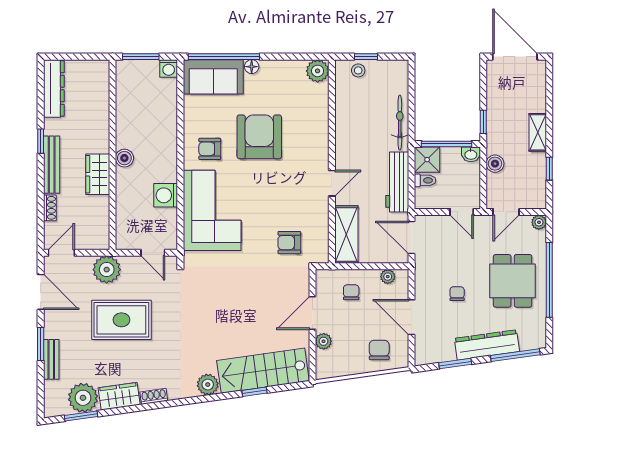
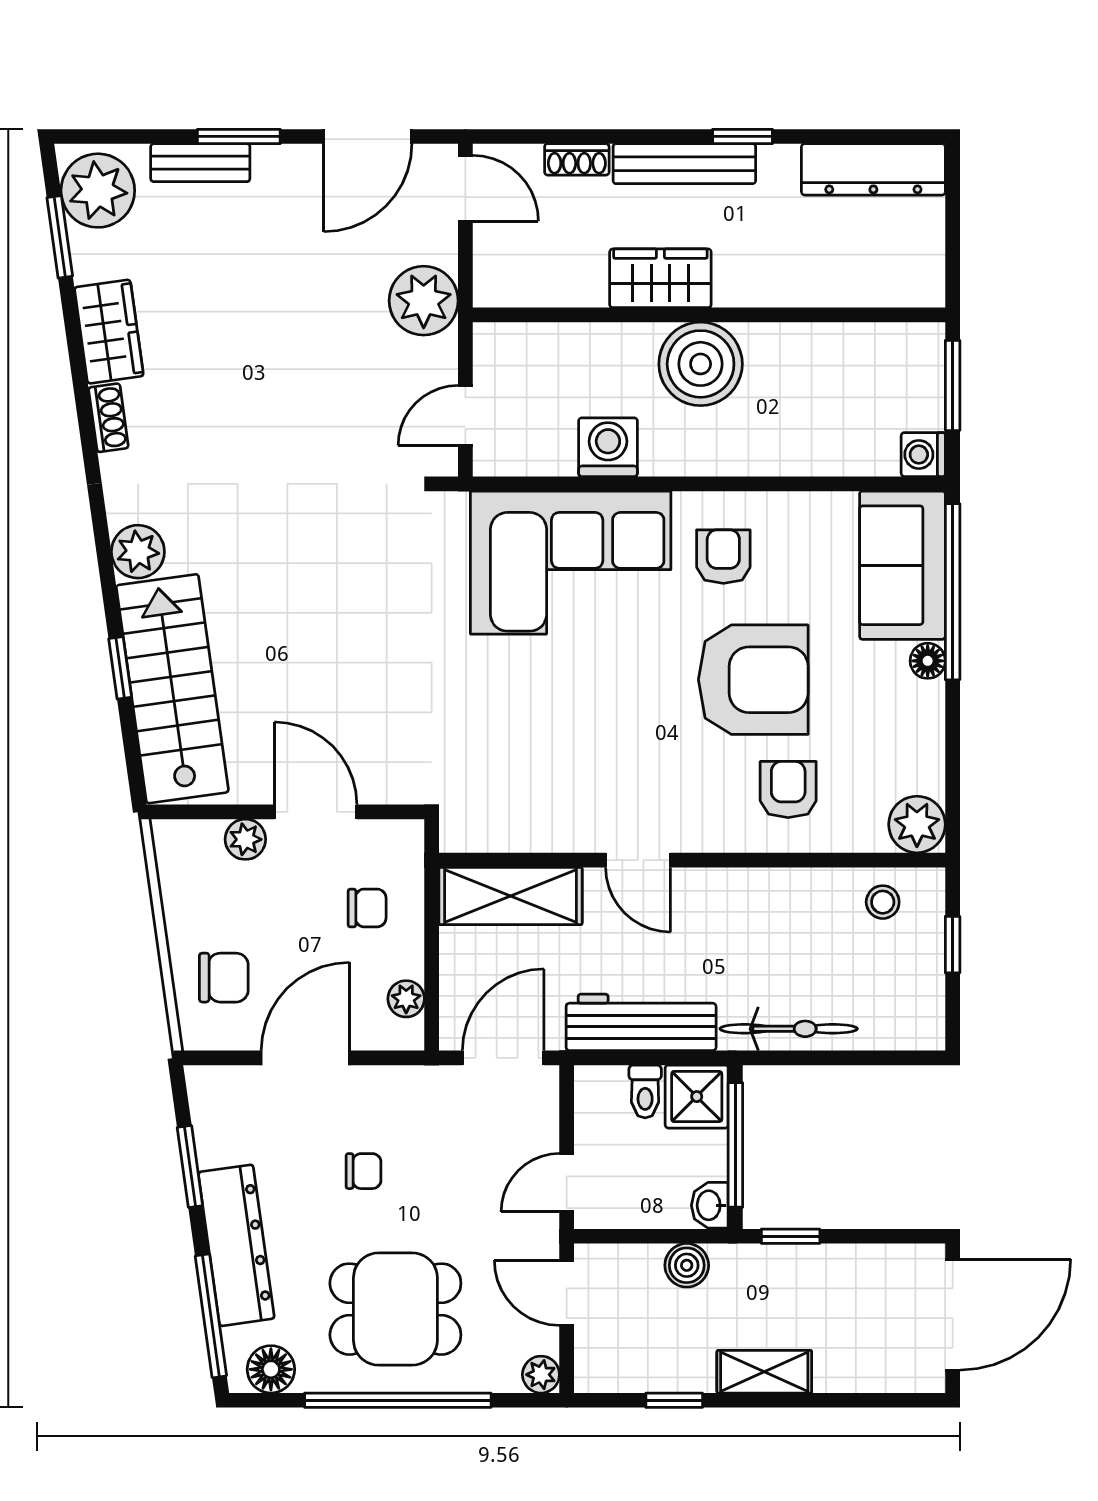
stool: (358, 70) -> (883, 902), moved
boiler: (124, 158) -> (701, 364), width x1.86, depth x1.86
armchair: (289, 243) -> (788, 790), moved
rug: (121, 320) -> (299, 337), removed
floor lamp: (537, 331) -> (271, 1369), added
plant: (83, 398) -> (98, 191), moved

